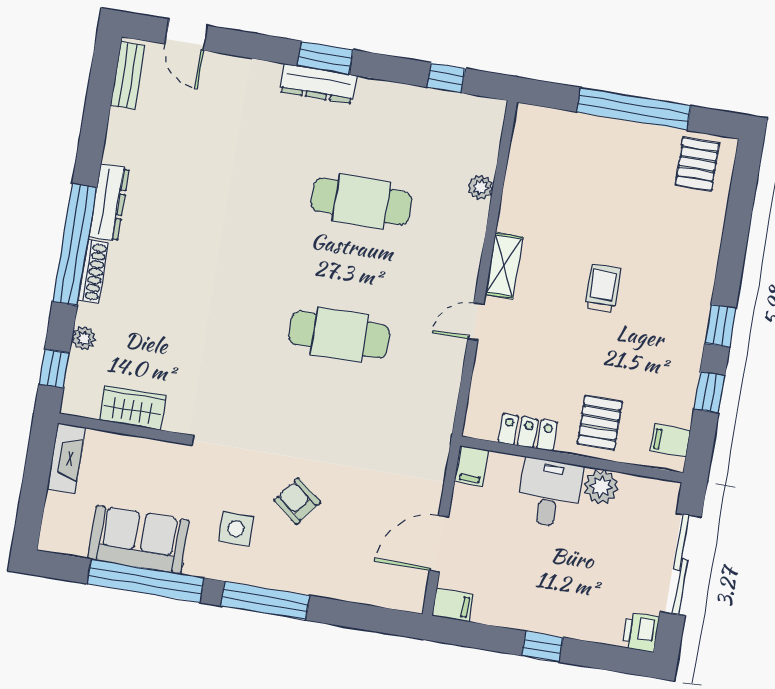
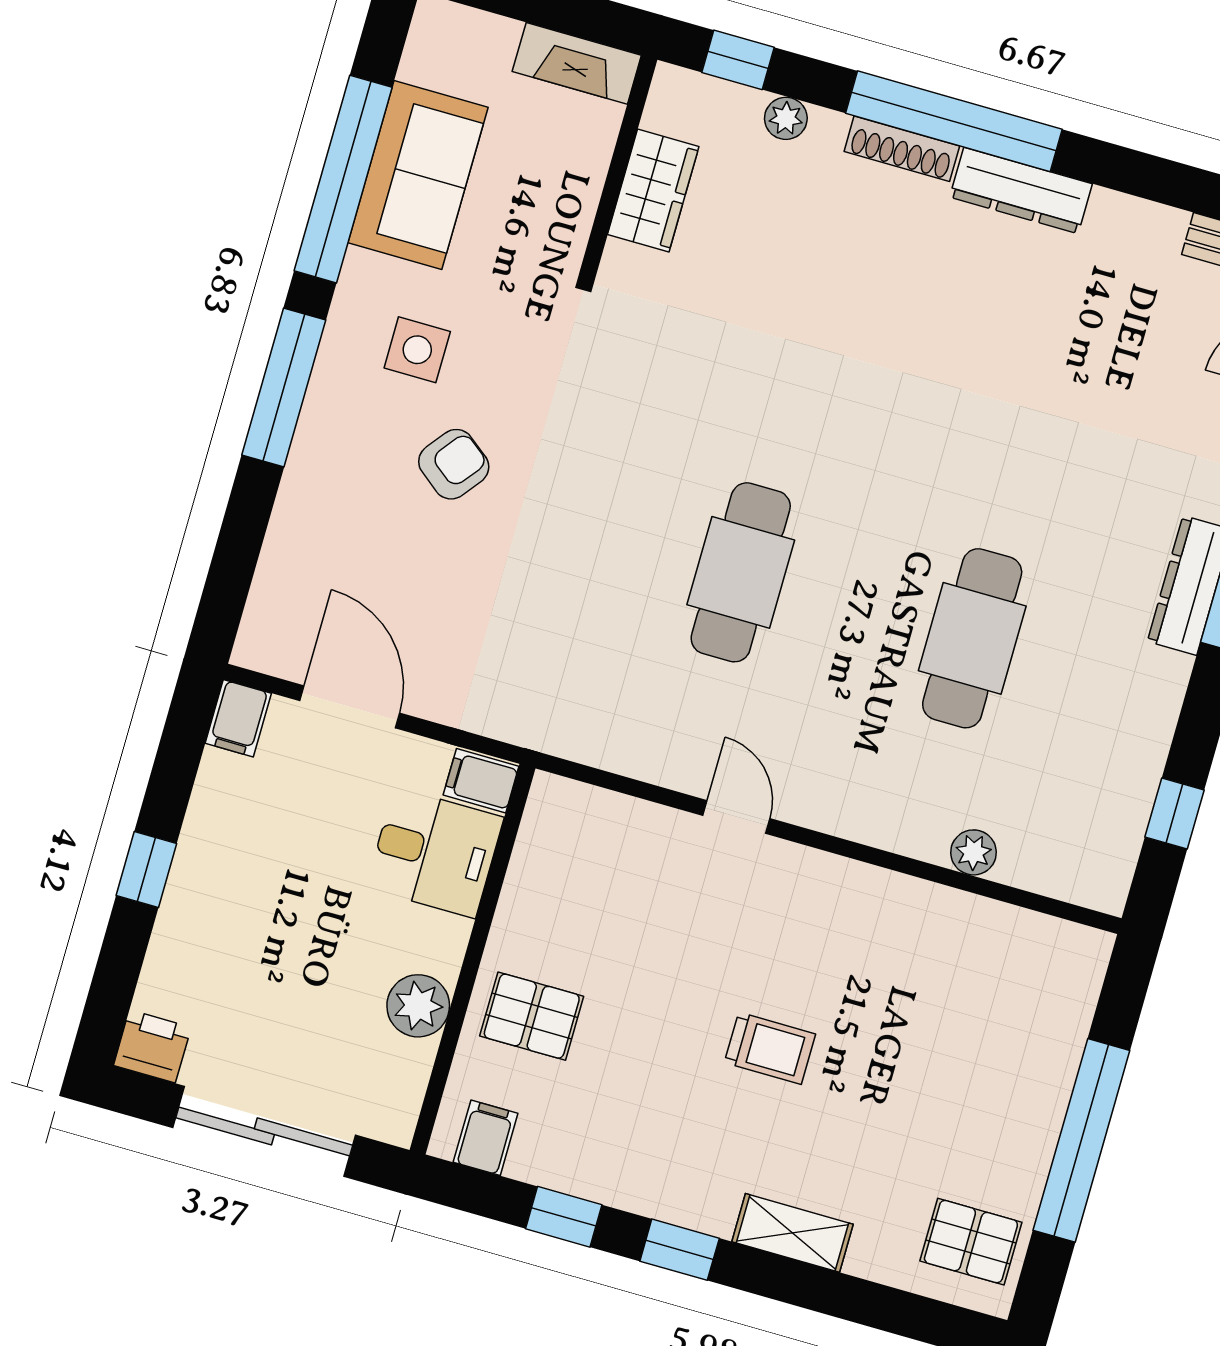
shelving: (504, 266) -> (793, 1233), moved
locker: (528, 432) -> (529, 887), removed
desk: (550, 493) -> (435, 853), moved

